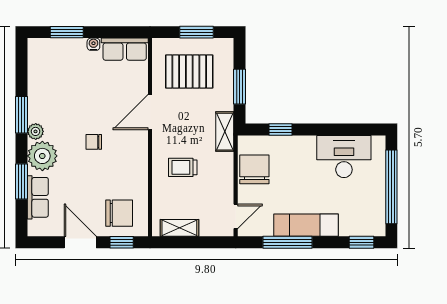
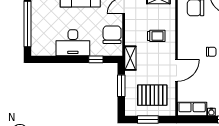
desk: (344, 156) -> (73, 43), moved
chair: (254, 169) -> (112, 35), turned 180

